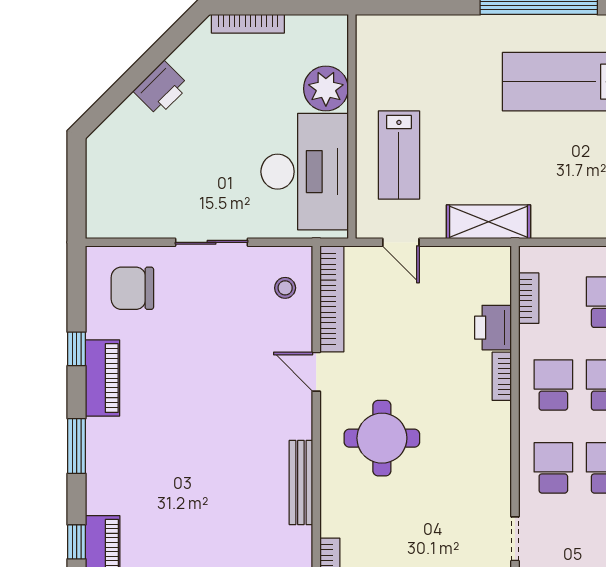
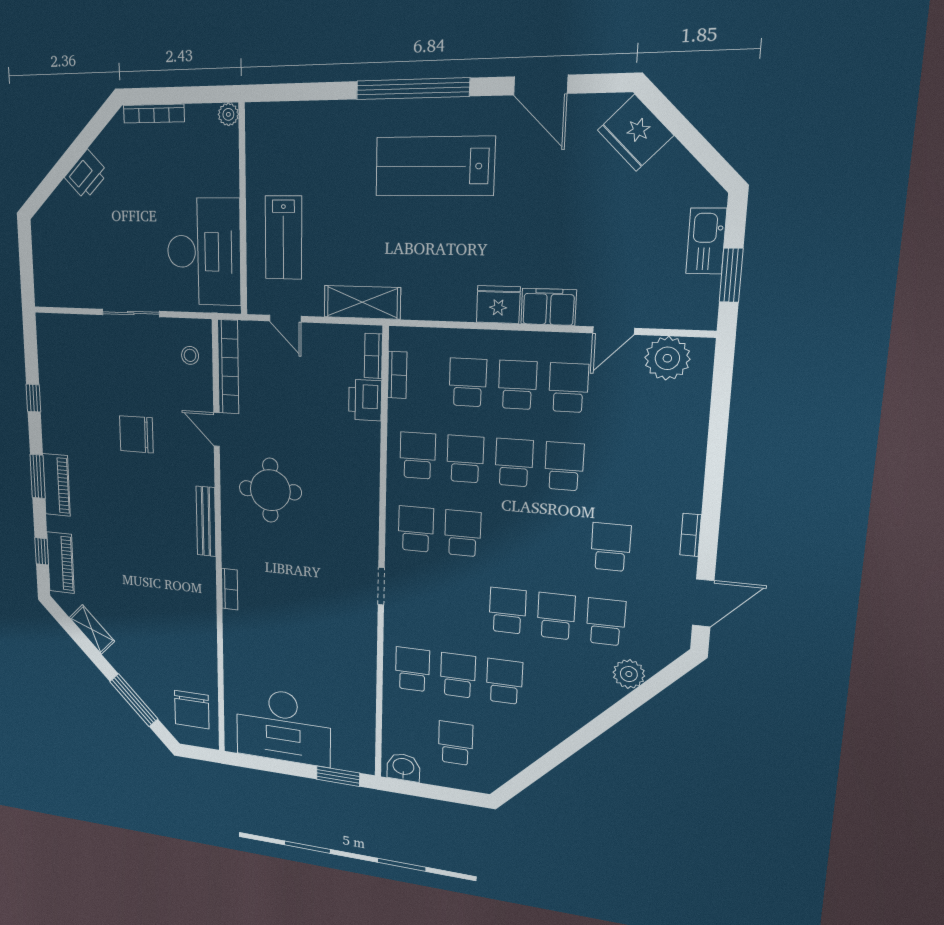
plant: (326, 89) -> (228, 114), moved, width x0.53, depth x0.53
chair: (132, 288) -> (136, 434), moved
bookcase: (502, 376) -> (373, 356), moved
piano: (103, 378) -> (56, 485), moved

